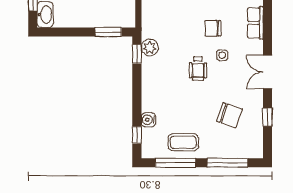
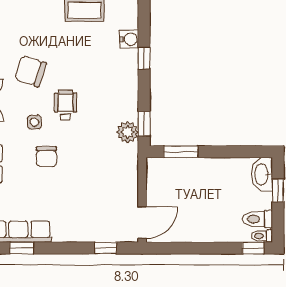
chair: (213, 28) -> (46, 157), turned 90
chair: (229, 115) -> (30, 71), moved
window: (137, 135) -> (144, 58), moved

